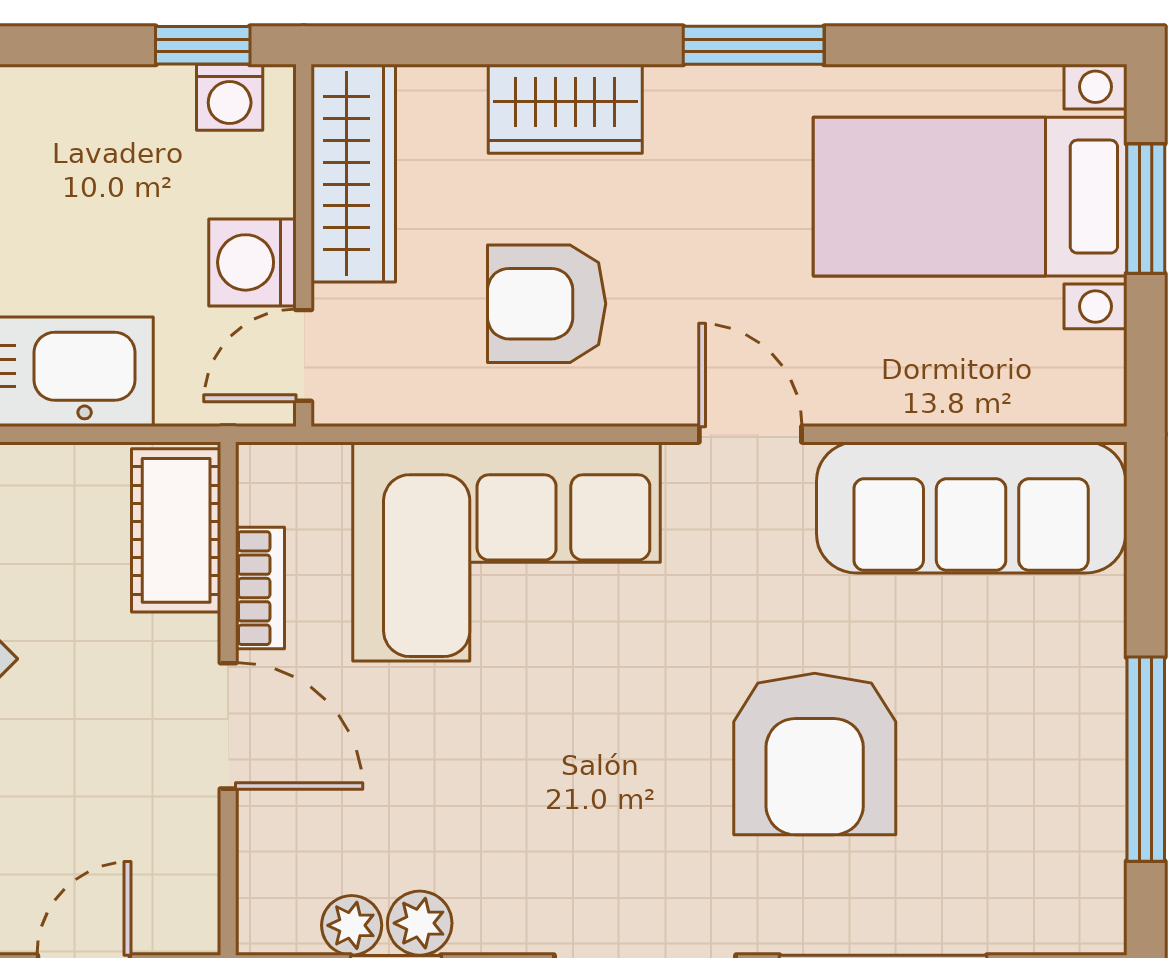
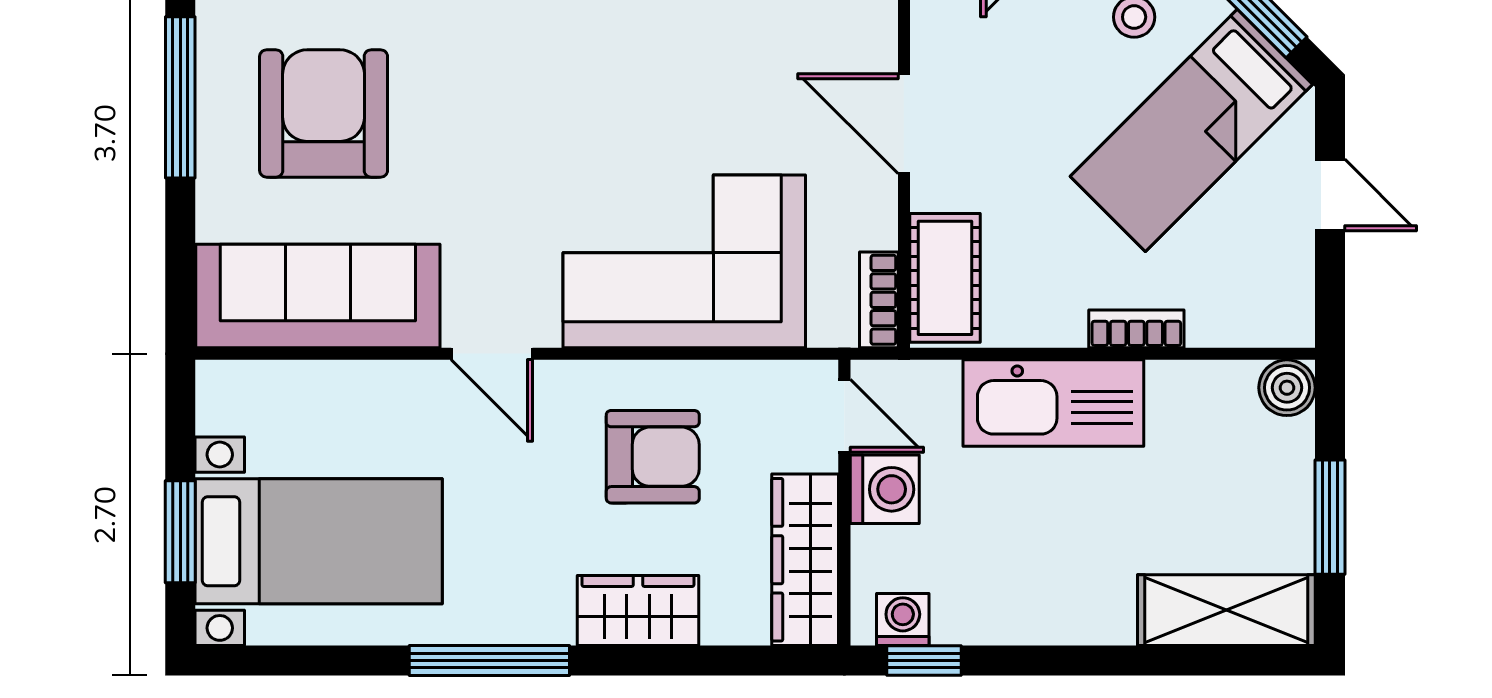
window: (754, 45) -> (489, 661), width x1.44
door: (304, 355) -> (844, 416), hinge flipped
bookcase: (260, 588) -> (879, 300), moved
armchair: (815, 754) -> (324, 113), moved

